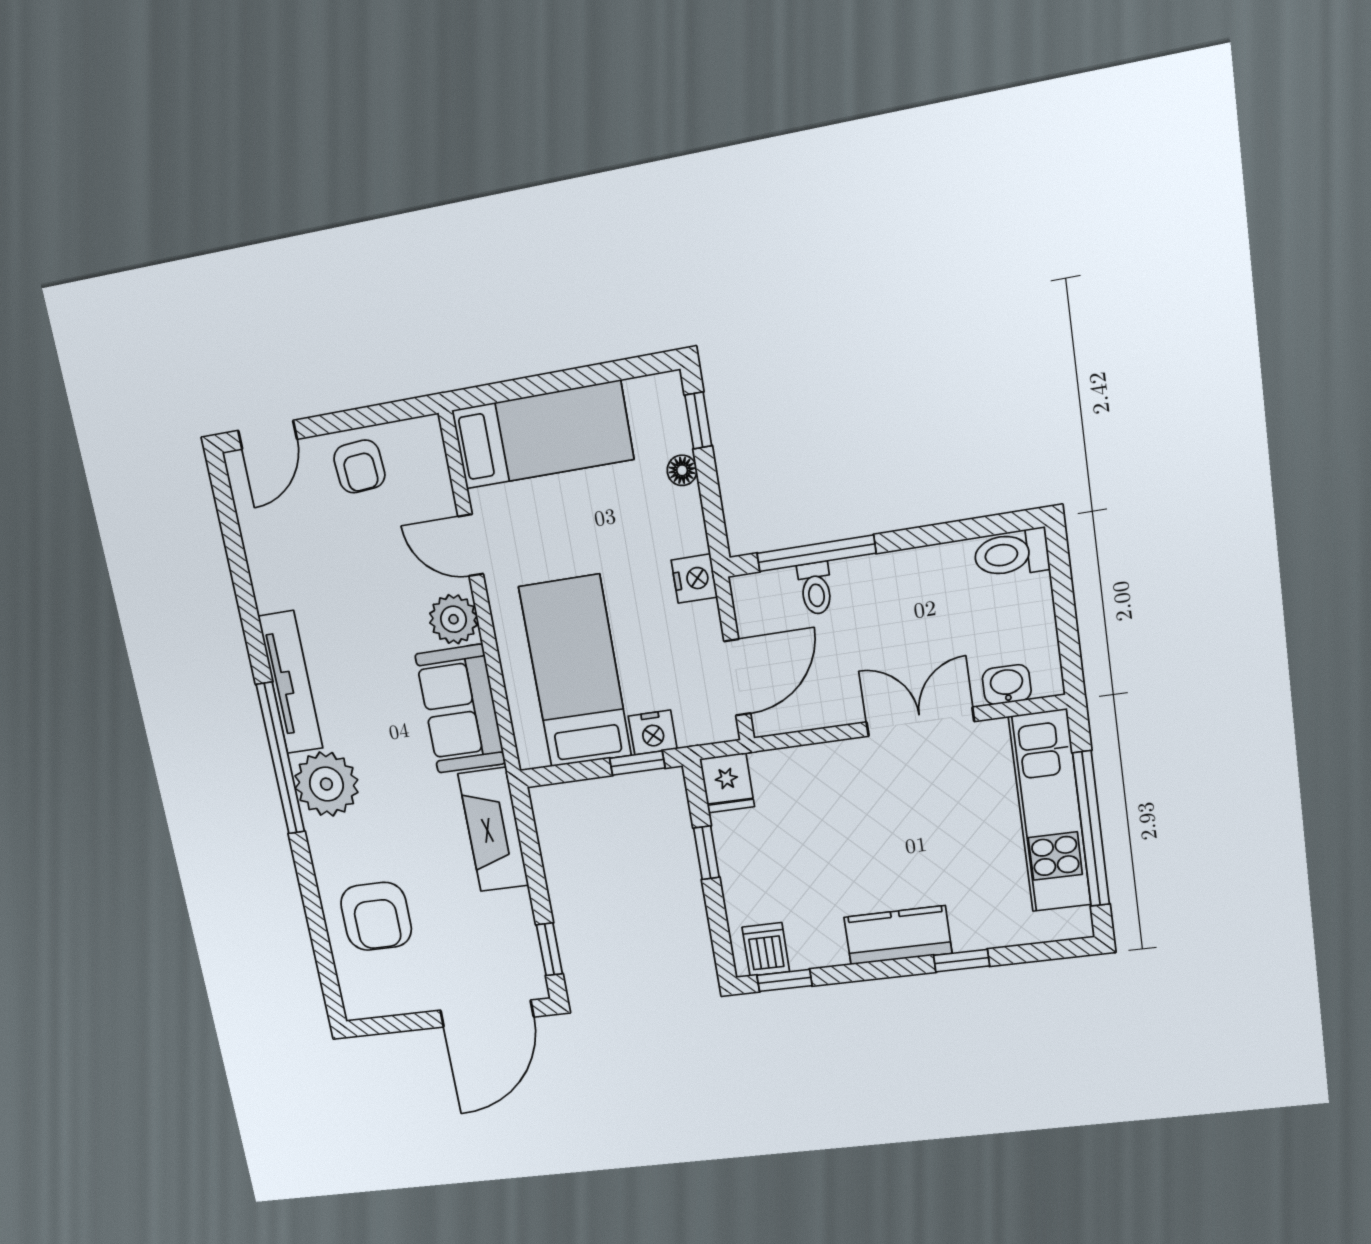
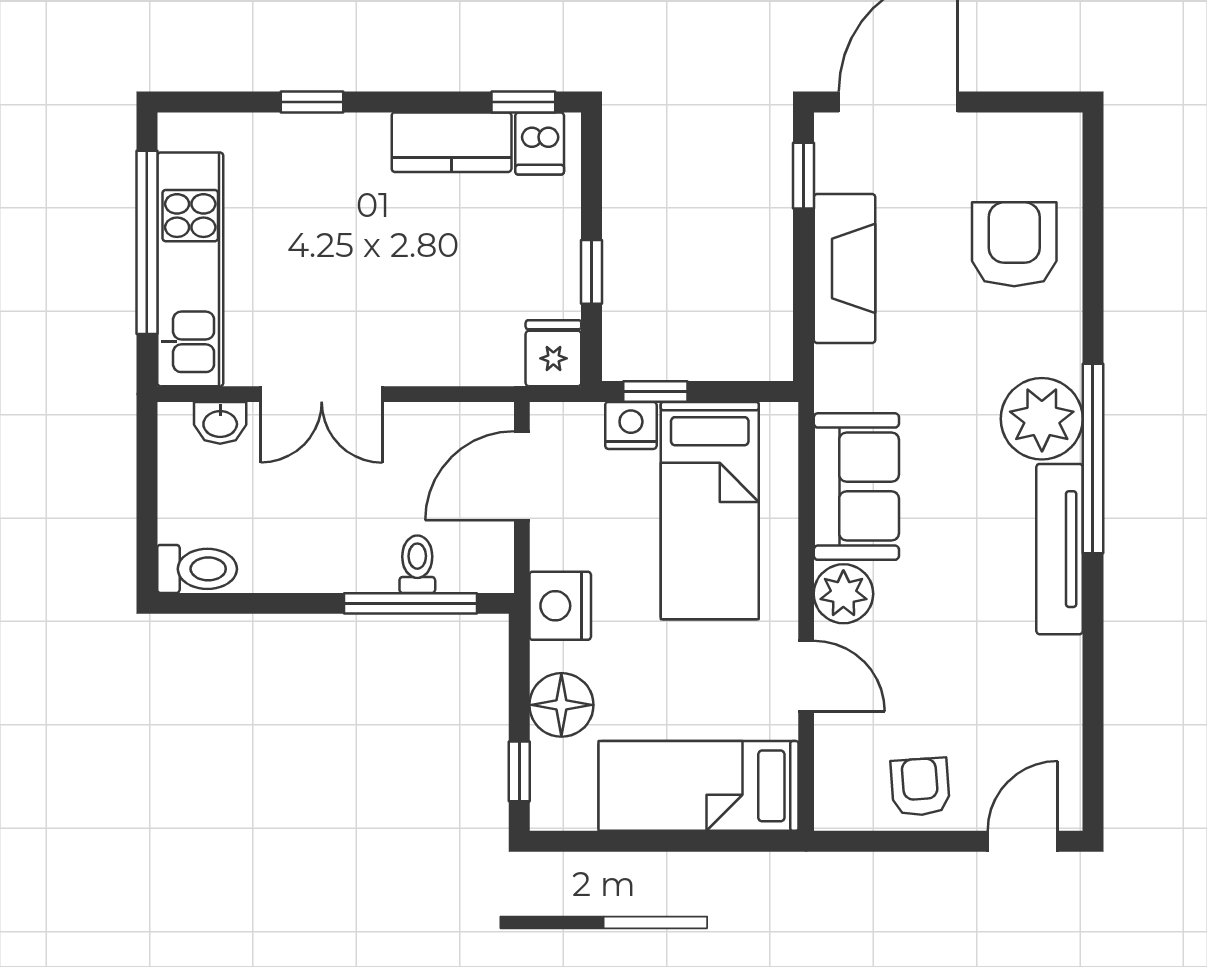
floor lamp: (682, 470) -> (561, 705), width x1.89, depth x1.89
nightstand: (694, 579) -> (560, 606), width x1.36, depth x1.33
fireplace: (493, 830) -> (845, 268), moved
kitchen counter: (898, 935) -> (452, 142), moved

